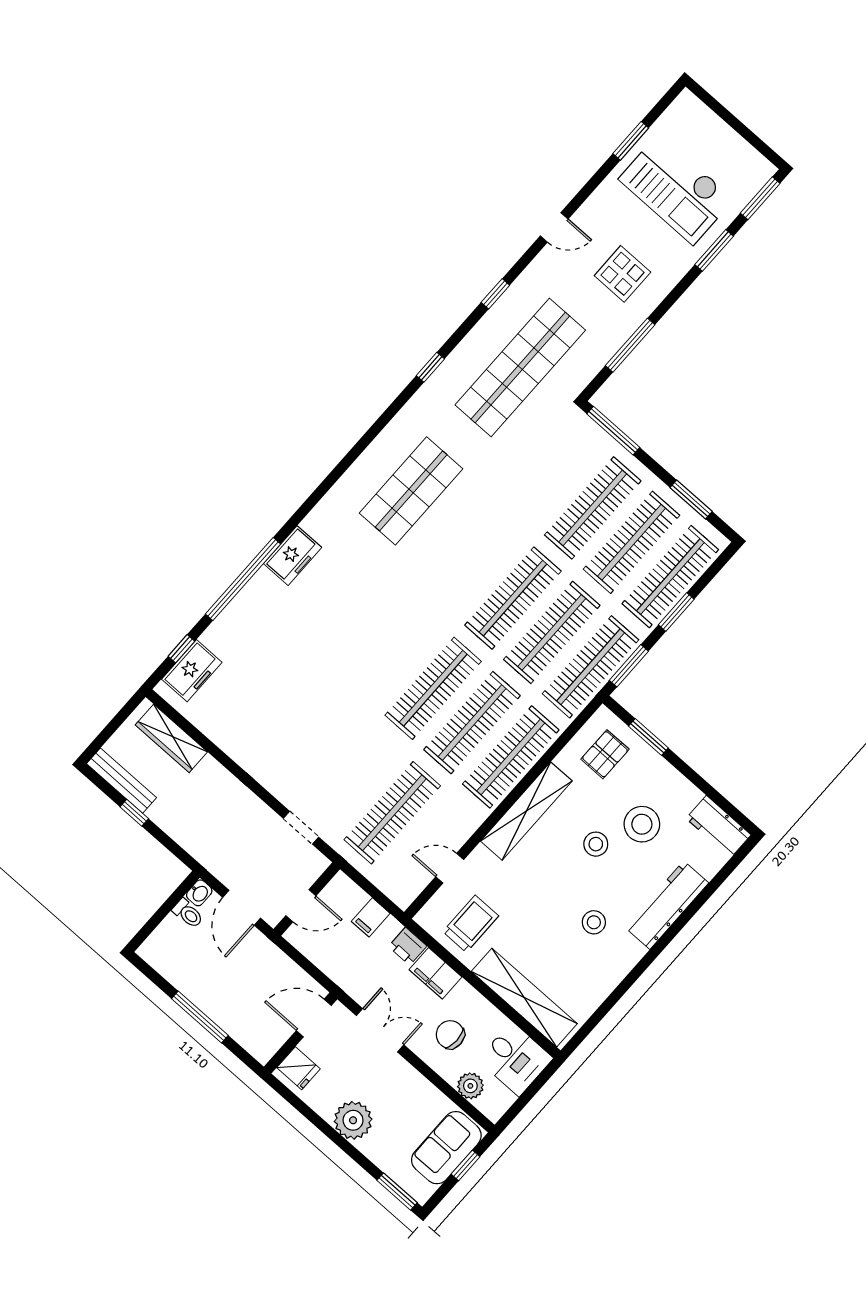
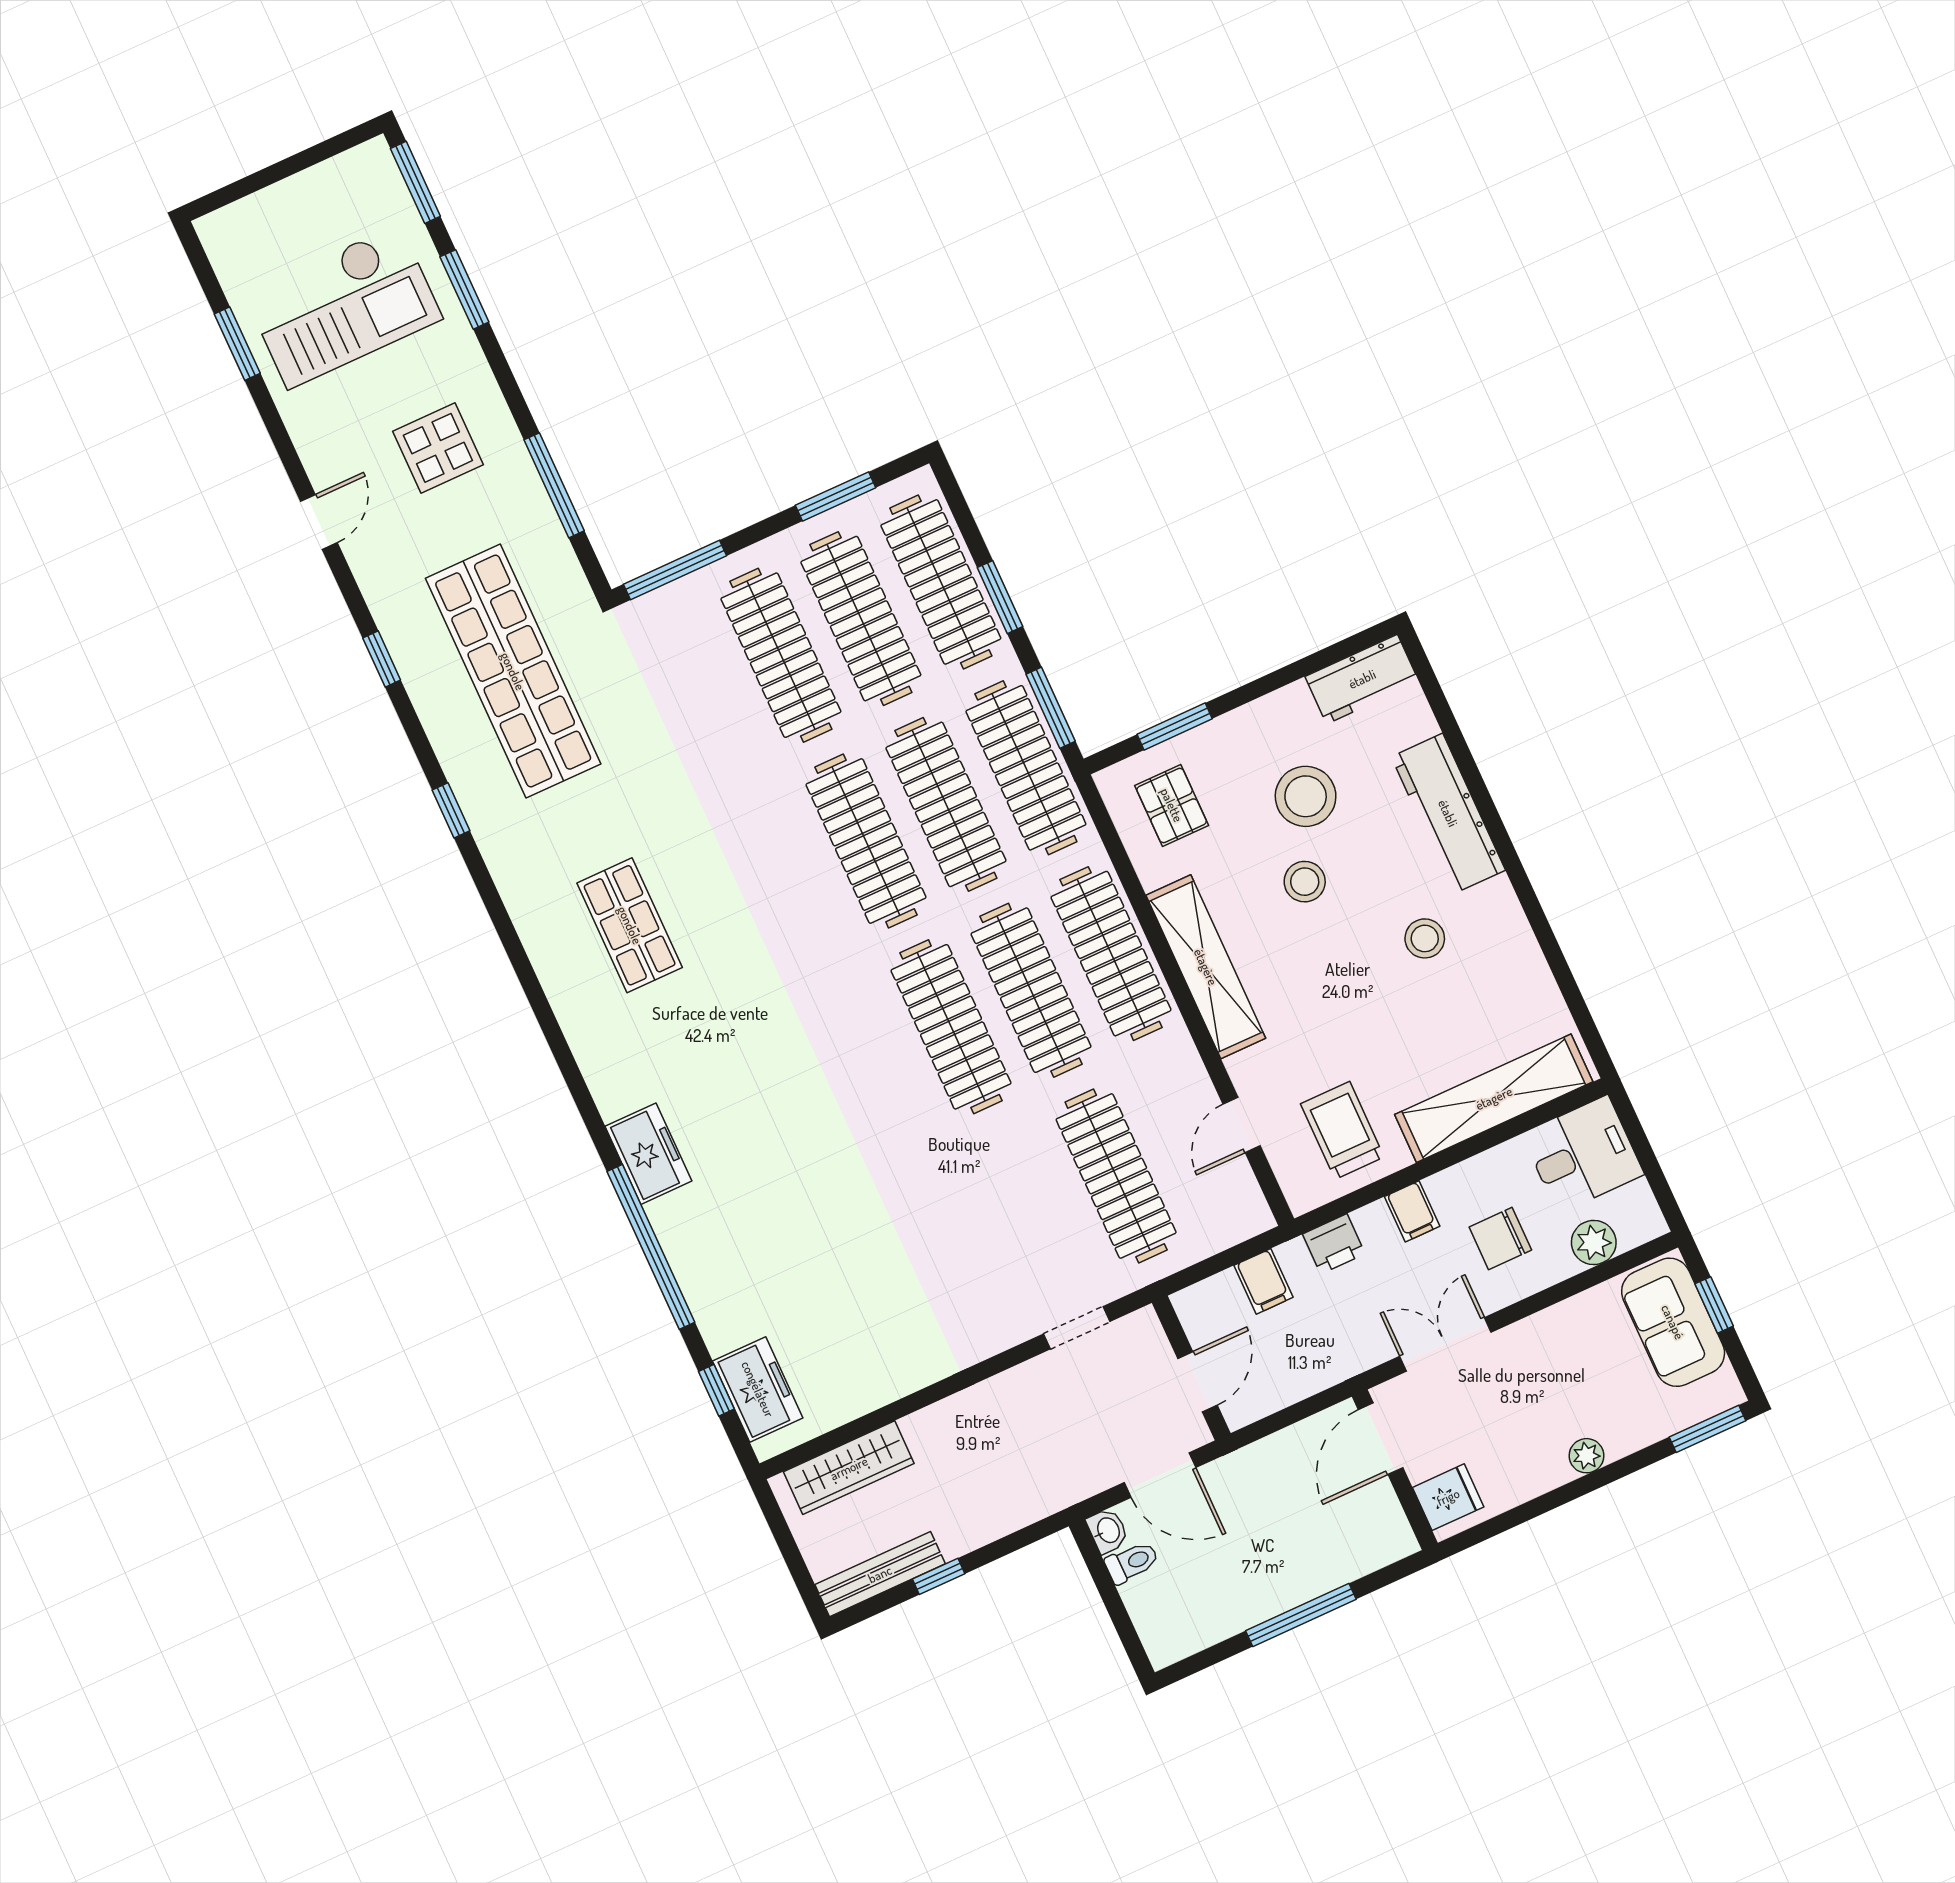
shop shelf: (411, 491) -> (630, 925), width x0.70, depth x0.74
filing cabinet: (435, 973) -> (1412, 1211), width x0.50
plant: (353, 1120) -> (1587, 1456), width x0.53, depth x0.53

